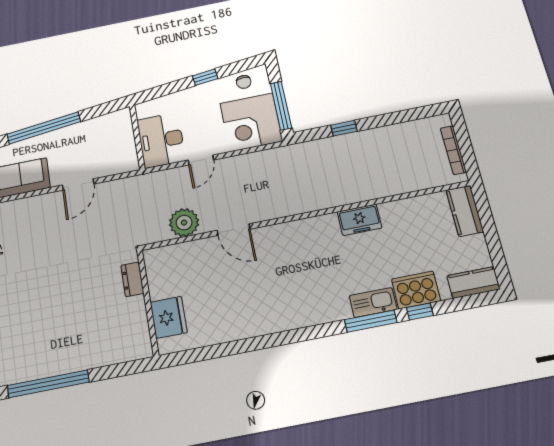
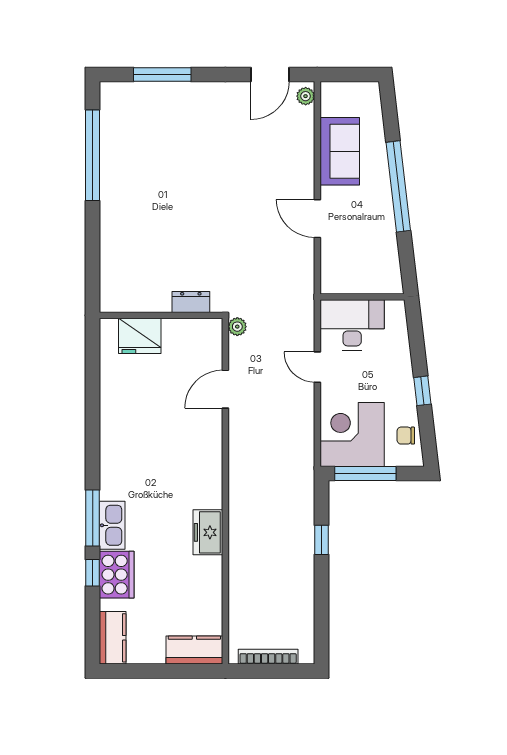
plant: (184, 223) -> (237, 327), width x0.53, depth x0.53
dresser: (132, 279) -> (191, 302), moved
wall: (148, 302) -> (161, 315), moved
fridge: (169, 317) -> (140, 336), moved

